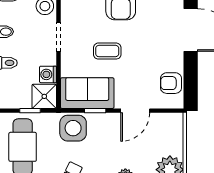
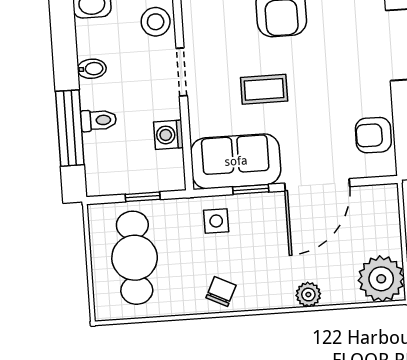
shower: (44, 96) -> (165, 172), removed
door: (135, 111) -> (317, 185), width x1.36
side table: (73, 128) -> (216, 221), width x0.54, depth x0.54

